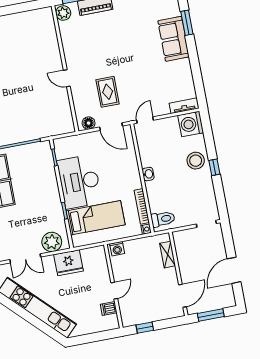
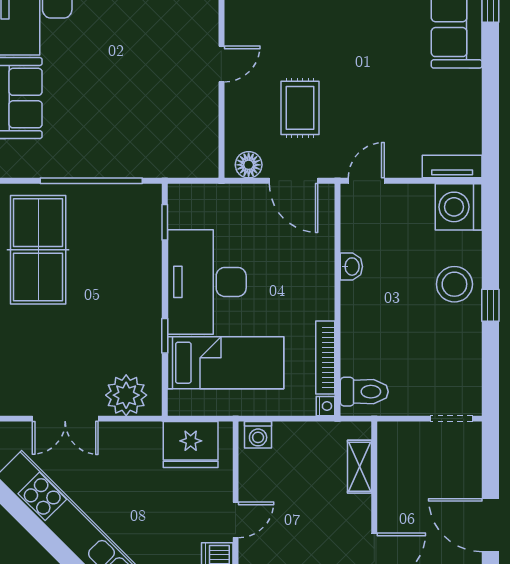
door: (67, 78) -> (221, 64), swing flipped
washbasin: (148, 174) -> (351, 267), moved
fridge: (69, 263) -> (191, 445), moved
door: (234, 270) -> (490, 525), hinge flipped

